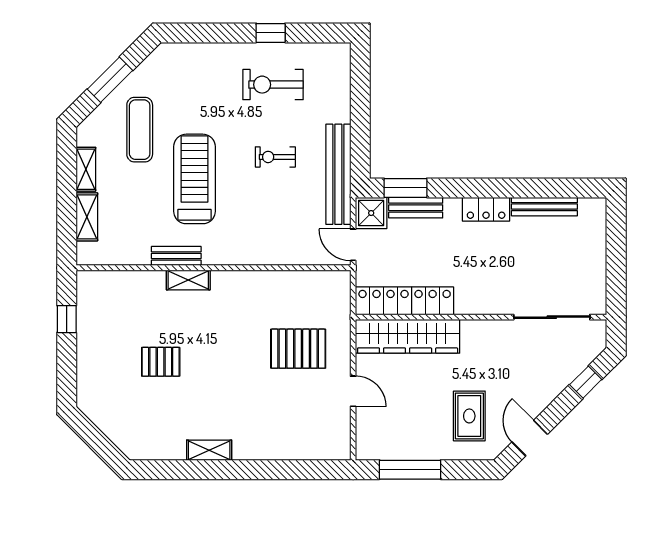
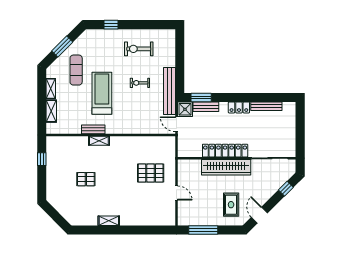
window: (271, 33) -> (111, 25), moved
locker: (405, 301) -> (225, 151), moved
wardrobe: (408, 336) -> (226, 167), moved

